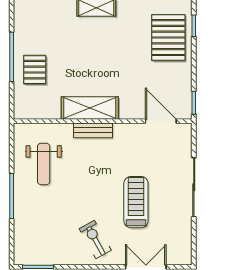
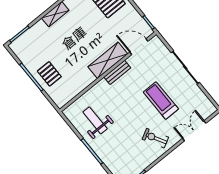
shelving: (90, 108) -> (108, 60), moved
bench: (93, 130) -> (117, 72), moved
weight bench: (44, 164) -> (95, 120), turned 180

